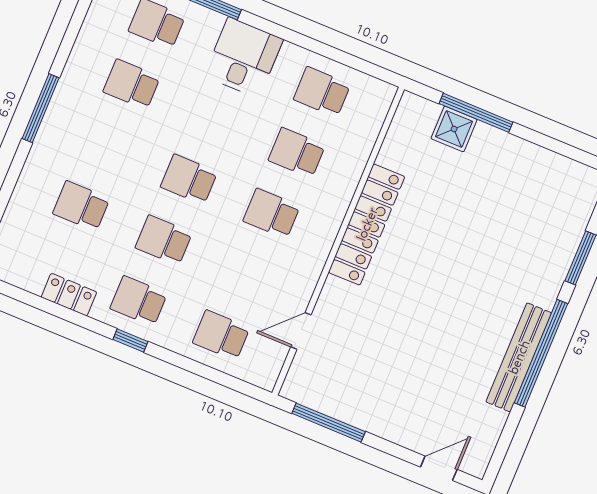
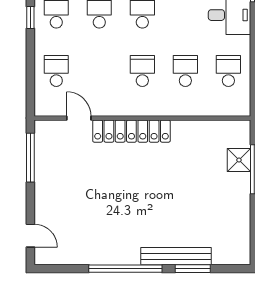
locker: (367, 224) -> (131, 131), moved
bench: (519, 357) -> (176, 256), moved

